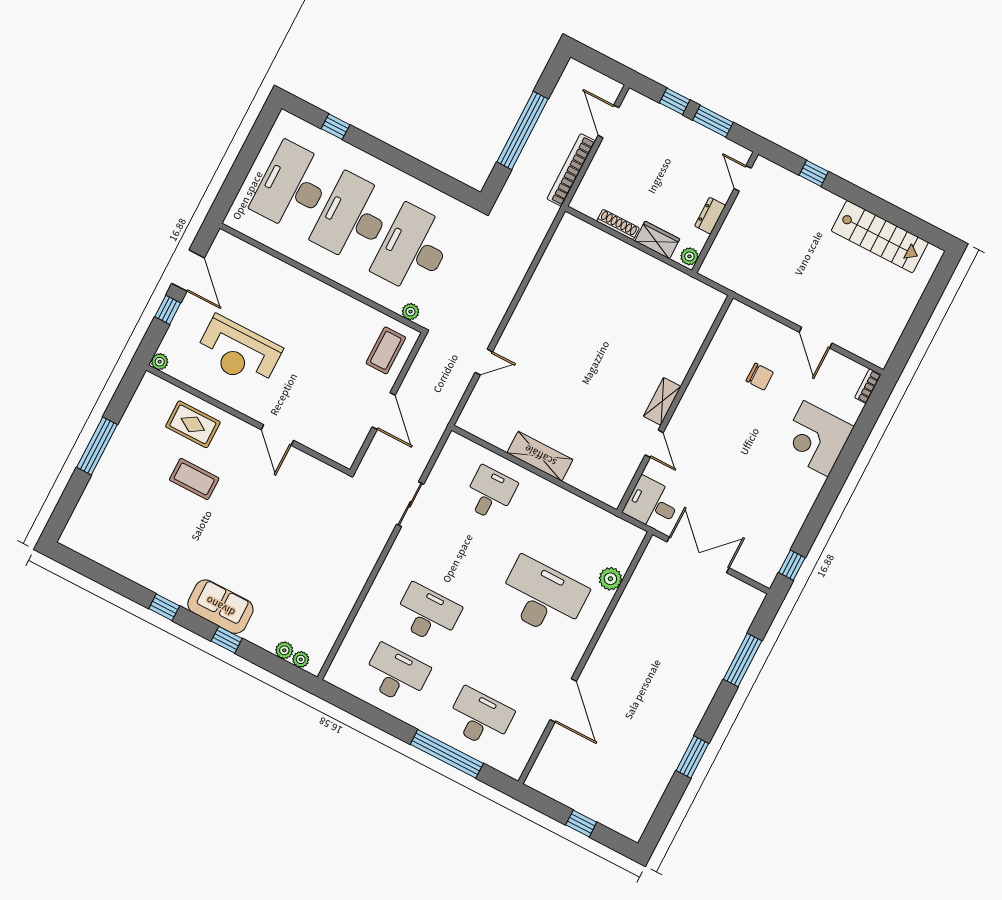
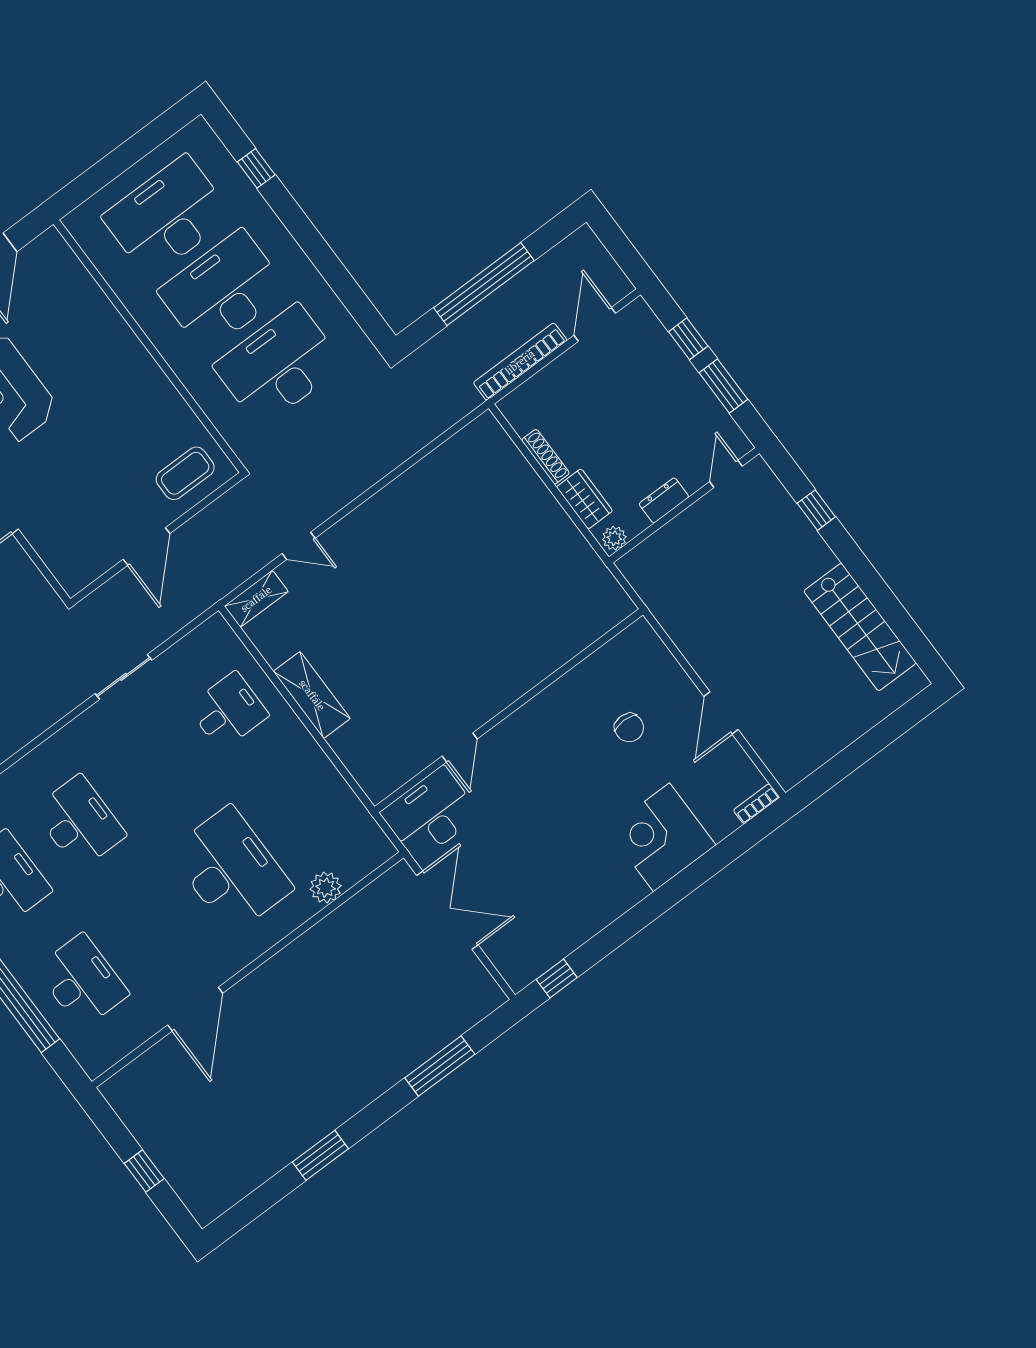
plant: (411, 312) -> (239, 440), removed
shelving: (662, 401) -> (256, 599), moved
desk: (652, 504) -> (430, 814), width x1.37

